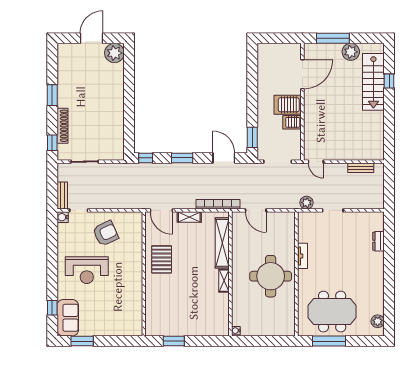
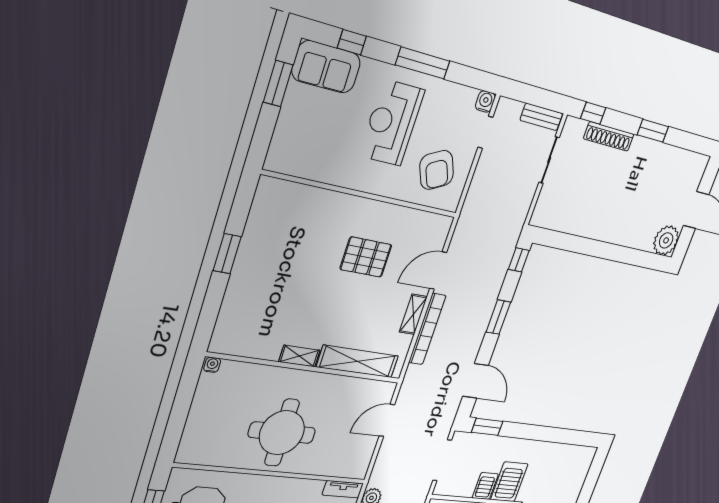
door: (224, 158) -> (476, 381), hinge flipped
bench: (62, 196) -> (541, 117), moved
bookcase: (218, 204) -> (427, 329), moved
tv unit: (302, 256) -> (343, 489), moved
window: (52, 263) -> (423, 63), added
wall: (144, 274) -> (362, 194), moved

